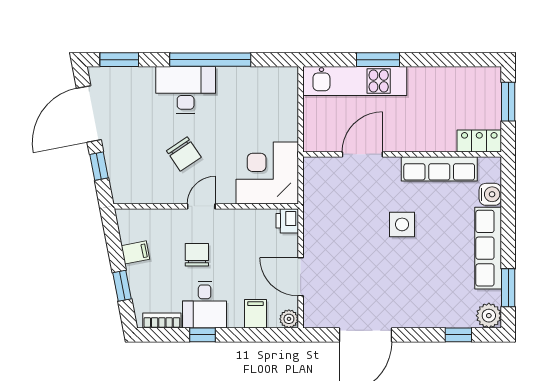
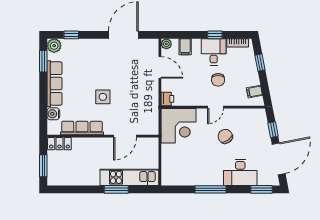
window: (210, 60) -> (210, 189), width x0.68
desk: (186, 90) -> (240, 172), moved
filing cabinet: (135, 252) -> (254, 92), moved

